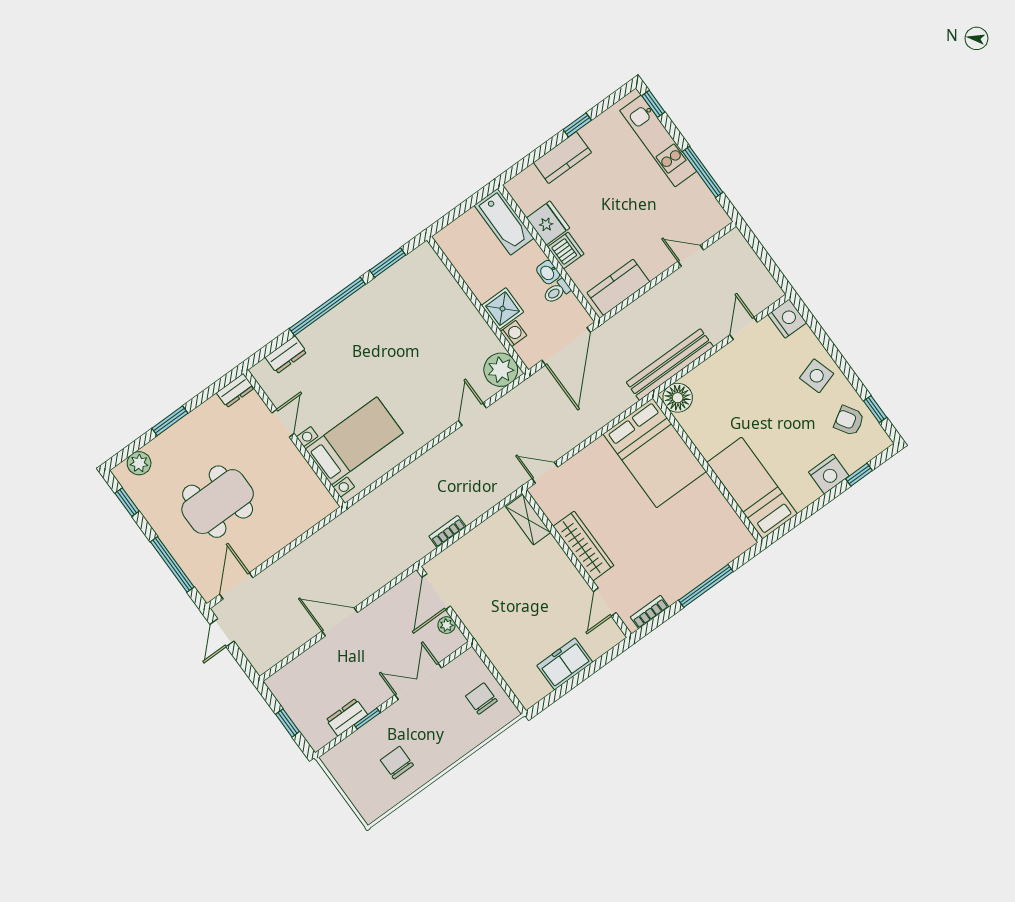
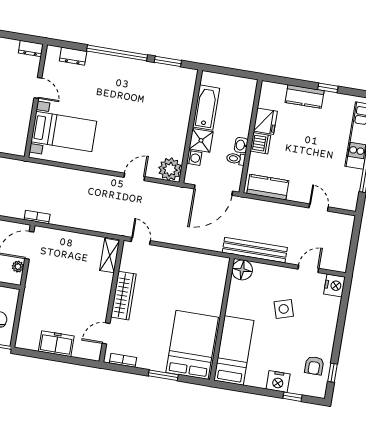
bathtub: (504, 222) -> (206, 108), moved, turned 180
side table: (817, 376) -> (284, 309), moved
armchair: (849, 421) -> (314, 366), turned -148
door: (283, 423) -> (38, 88), hinge flipped
bed: (655, 453) -> (192, 345), moved, turned 180
bookcase: (447, 531) -> (37, 217), moved
window: (706, 586) -> (163, 375), width x0.69

